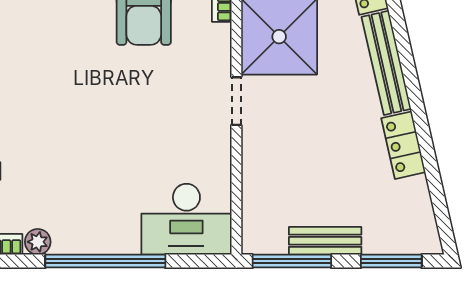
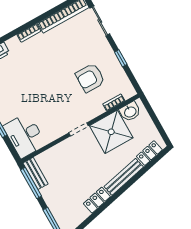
bench: (325, 241) -> (35, 173), moved

